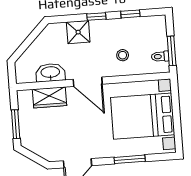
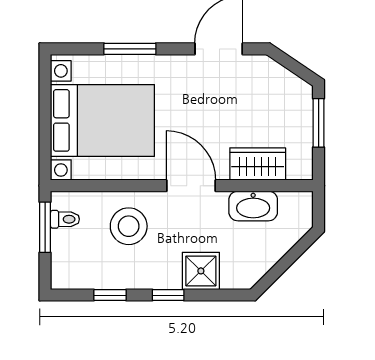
stool: (123, 55) -> (129, 226), width x1.89, depth x1.89

